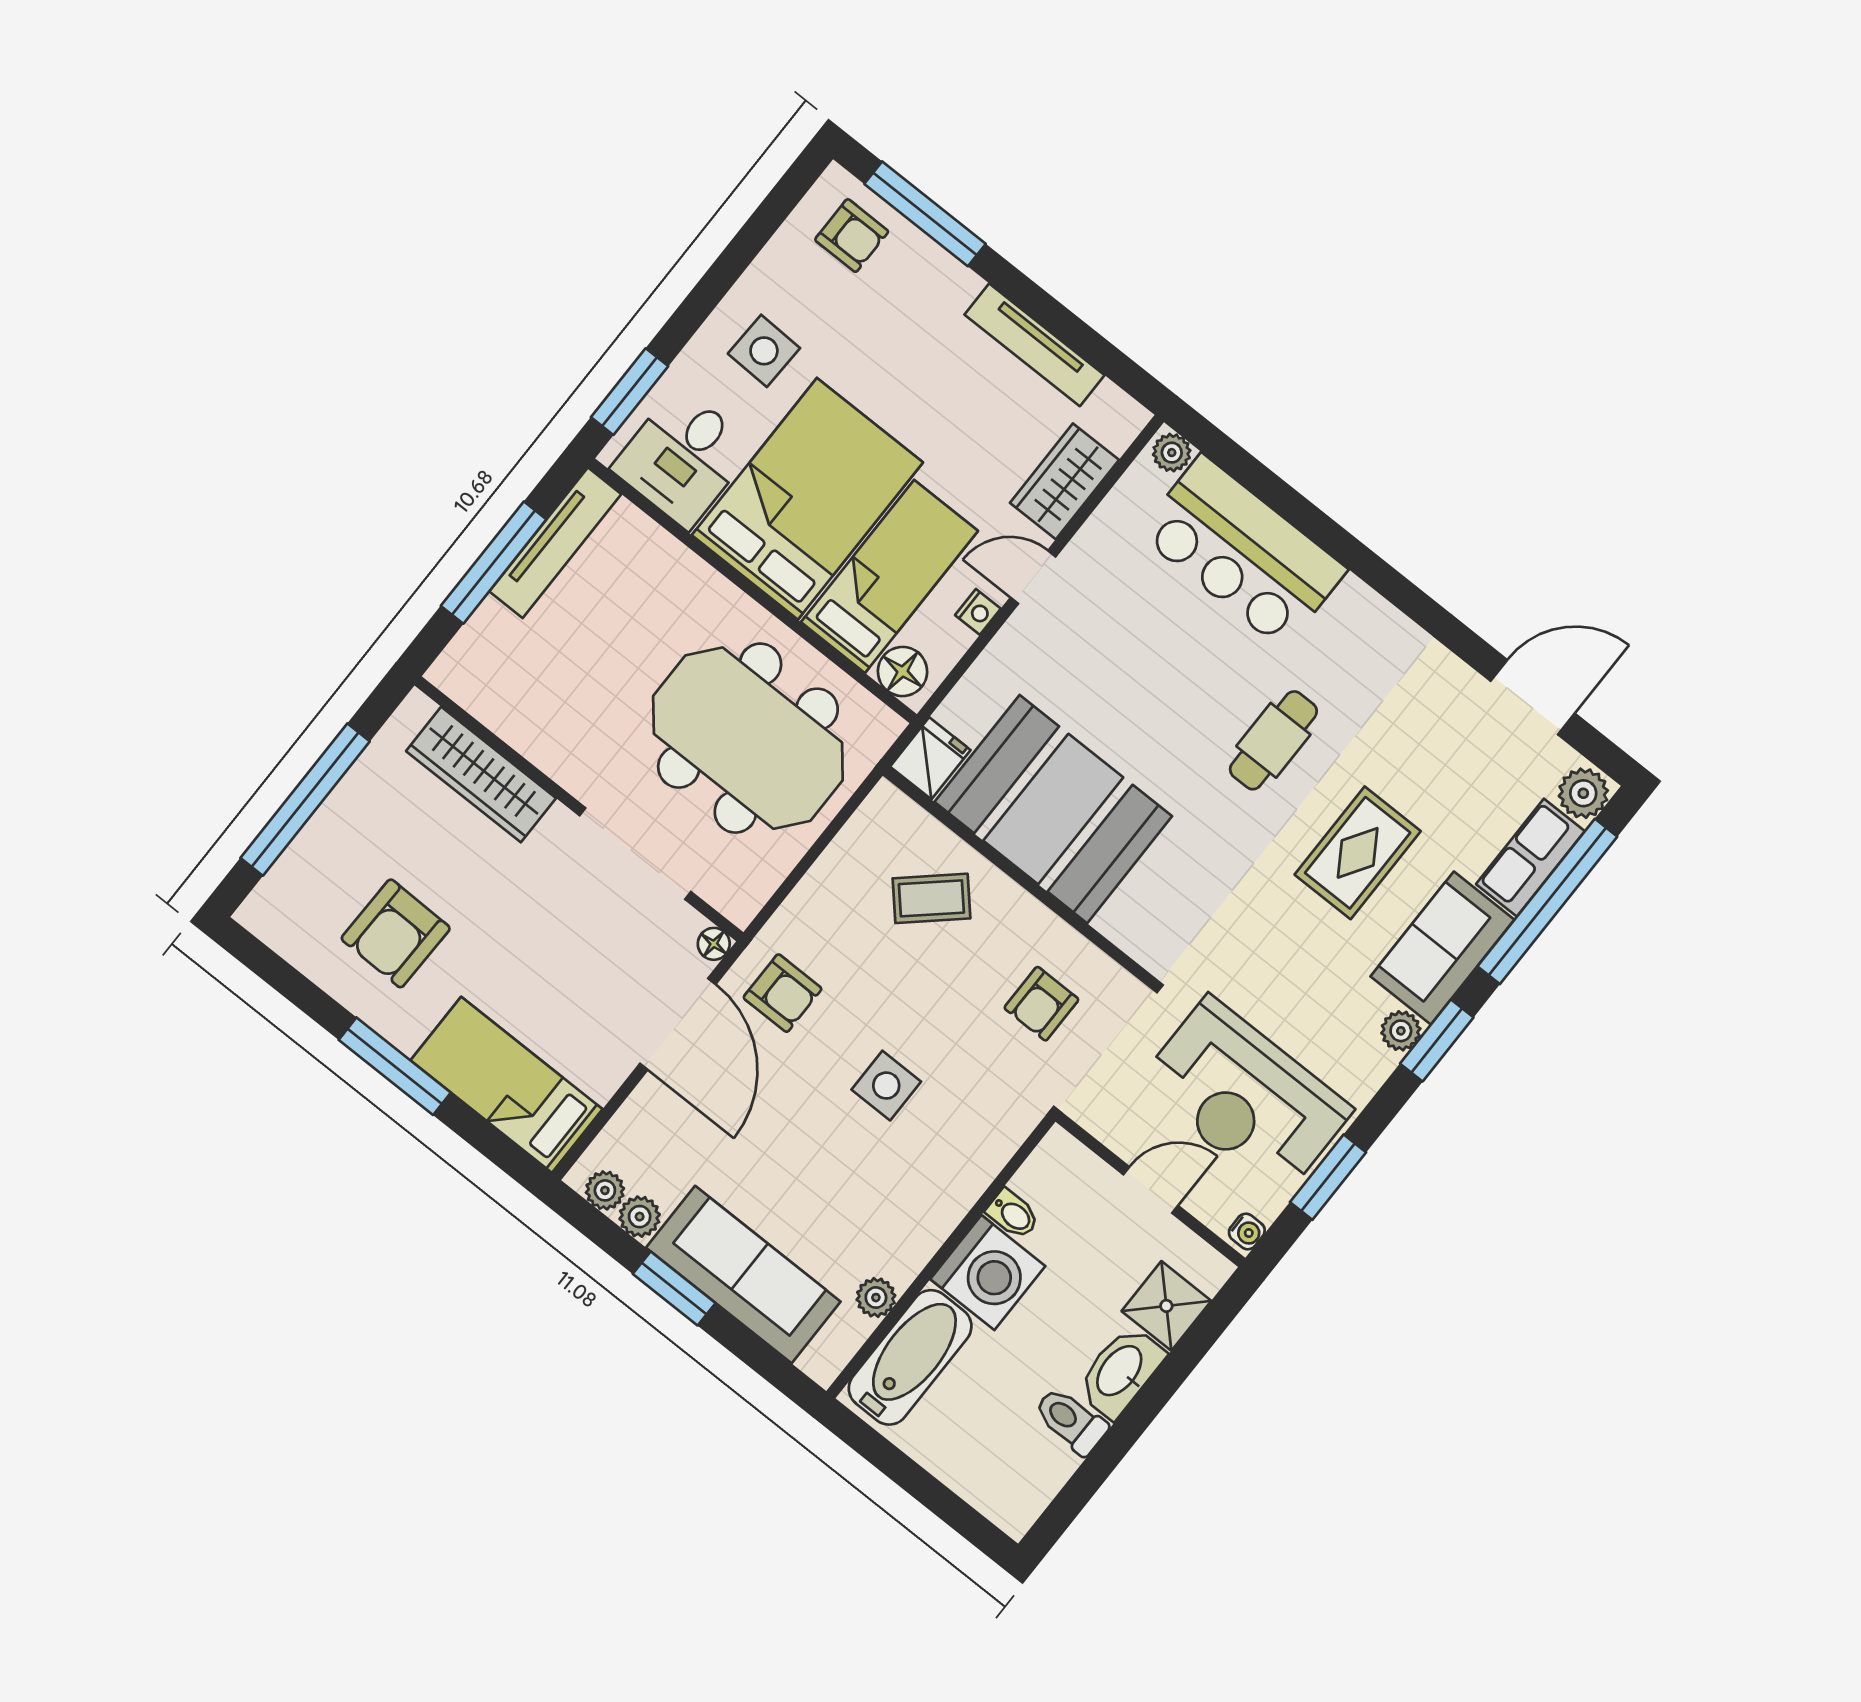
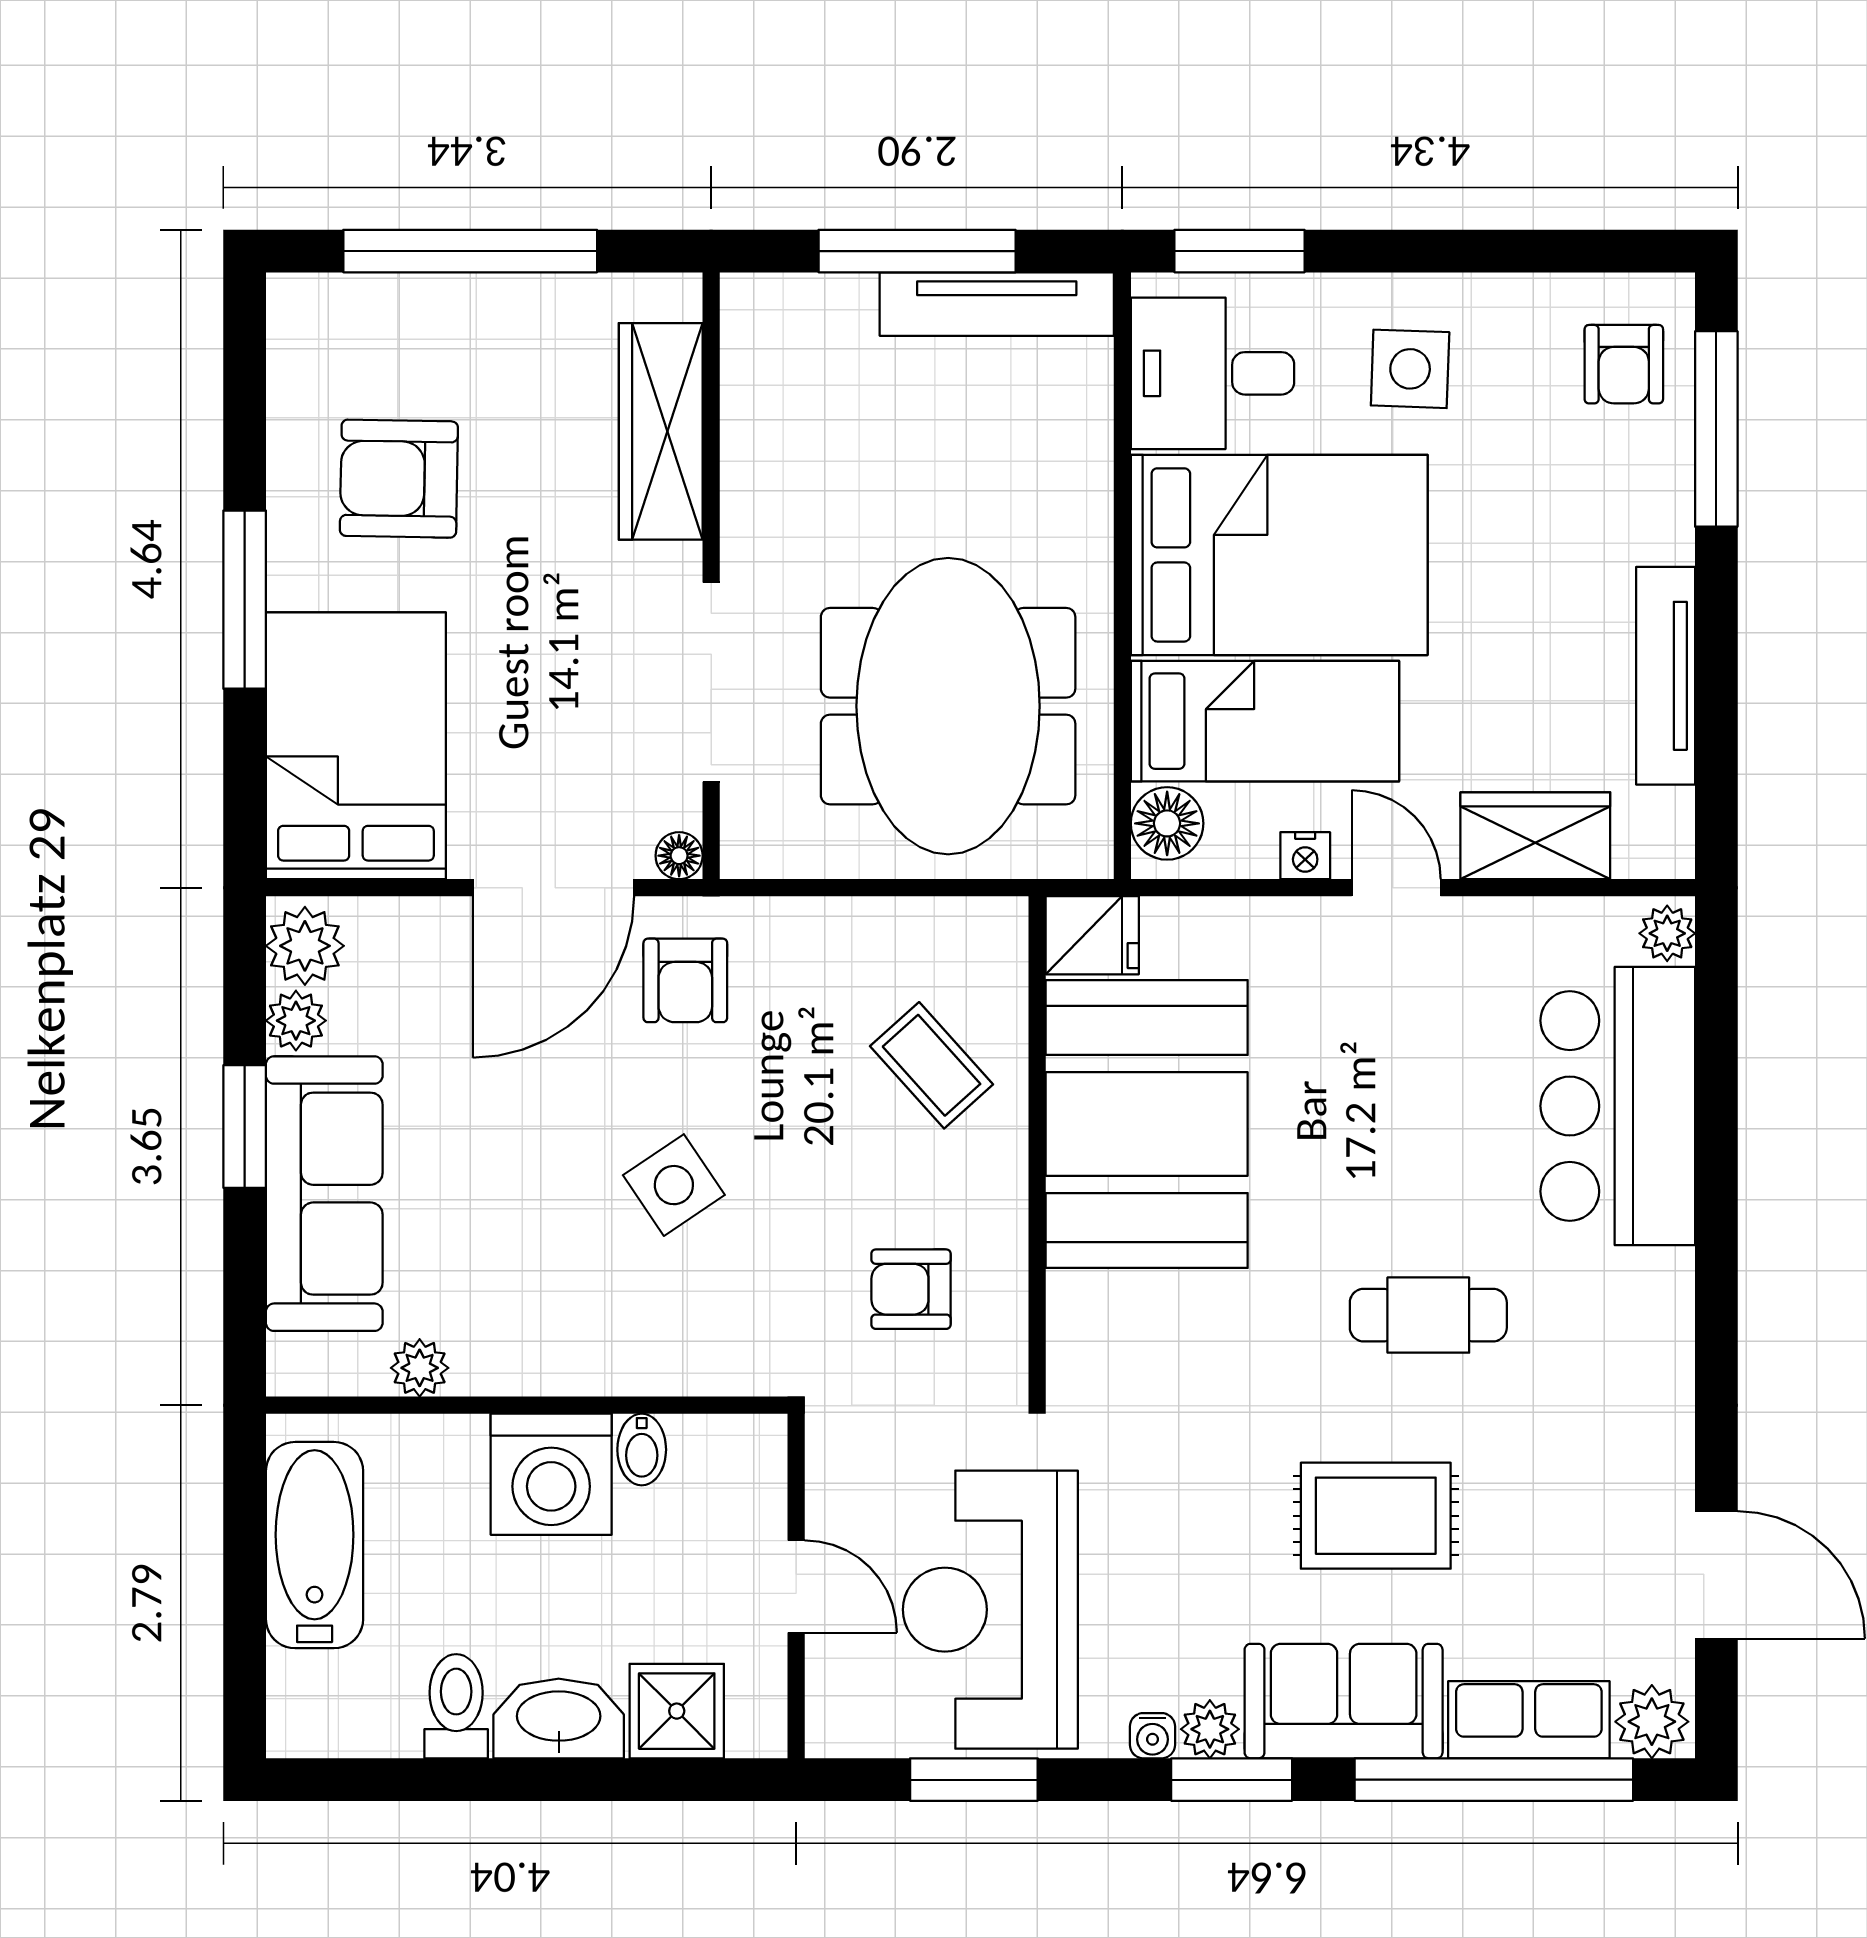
bed: (507, 1085) -> (356, 746), width x1.50
side table: (886, 1086) -> (674, 1185), turned -34
plant: (605, 1190) -> (305, 946), width x1.38, depth x1.38
water cooler: (1247, 1231) -> (1152, 1736), moved
bathtub: (910, 1357) -> (315, 1545), moved, turned -90

